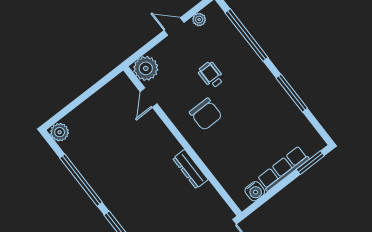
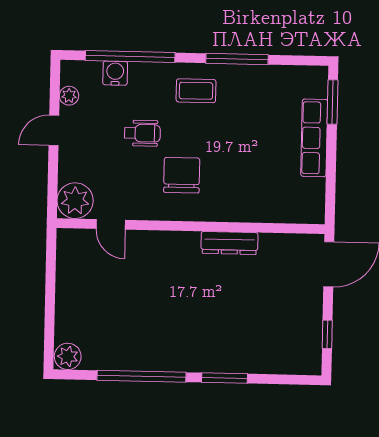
wheelchair: (211, 75) -> (142, 133), turned 180
coffee table: (257, 85) -> (196, 91), added
chair: (206, 114) -> (182, 175), turned -90
water cooler: (255, 191) -> (115, 73), moved, turned -90

